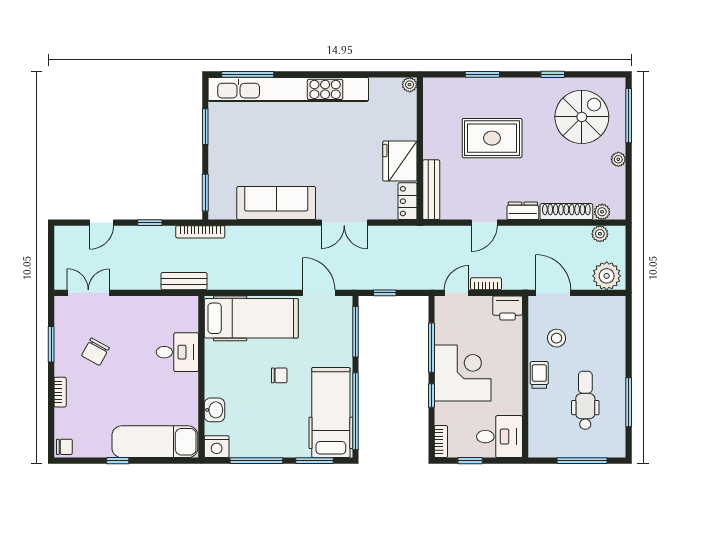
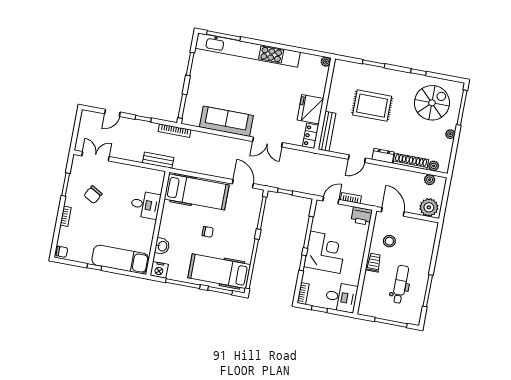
hospital bed: (331, 413) -> (219, 271), moved, turned -90

